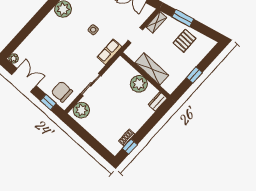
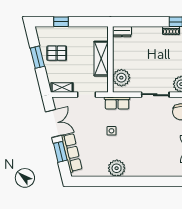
window: (183, 18) -> (37, 57), moved
window: (194, 75) -> (61, 22), moved
plant: (139, 84) -> (121, 78), moved

